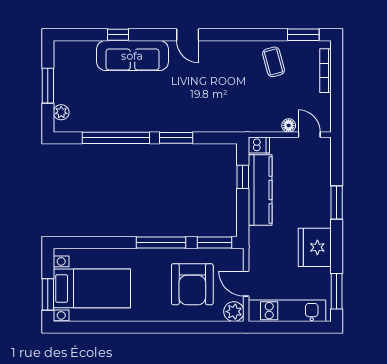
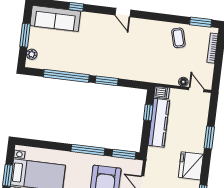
sofa: (132, 56) -> (55, 18), moved

